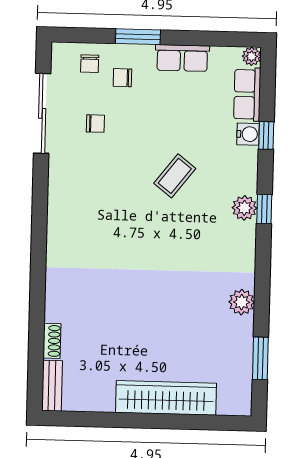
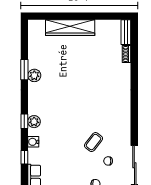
water cooler: (248, 134) -> (33, 142), moved
coffee table: (175, 176) -> (93, 142), moved
window: (260, 358) -> (24, 70), moved

